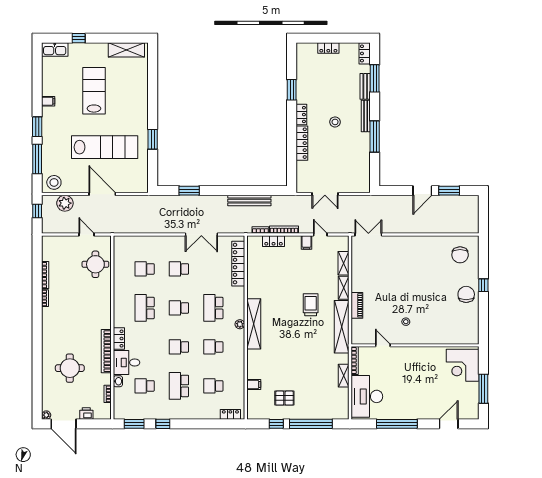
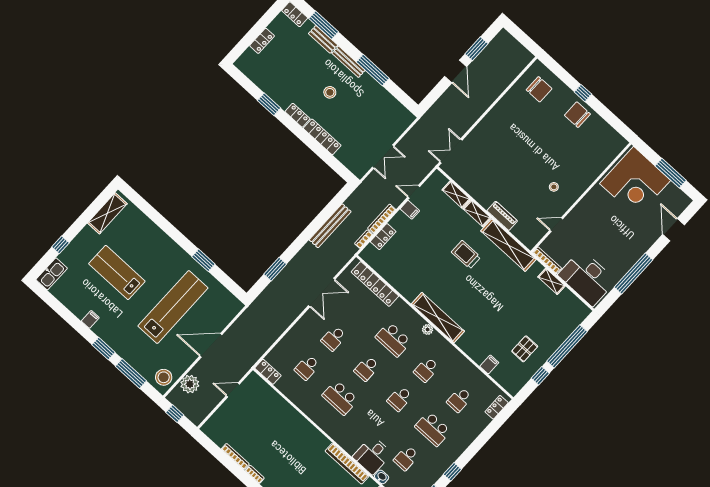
round table: (95, 264) -> (265, 405), removed
locker: (119, 339) -> (268, 372), moved
corner desk: (463, 365) -> (635, 182), width x1.36, depth x1.36

